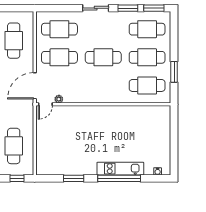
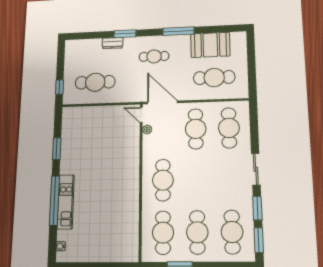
cafe table: (103, 57) -> (163, 180), moved

